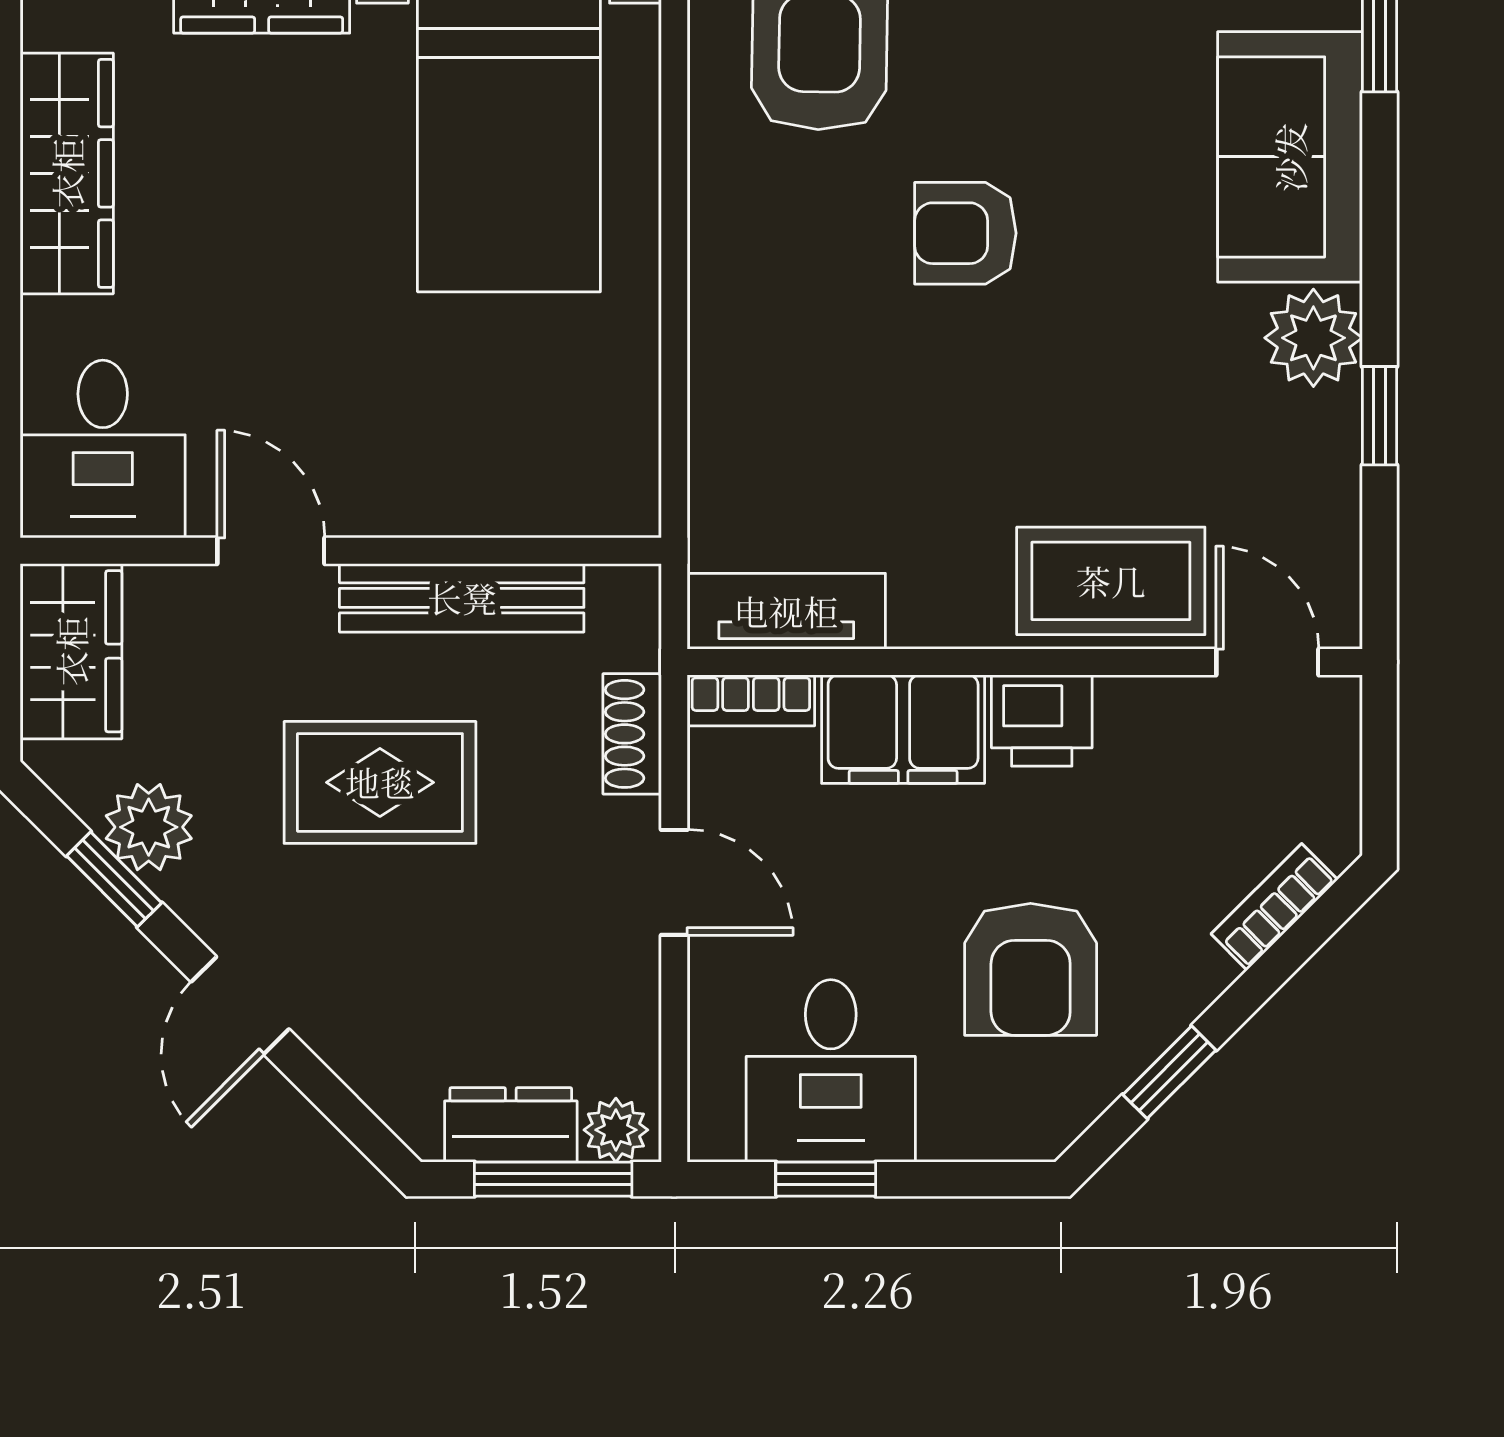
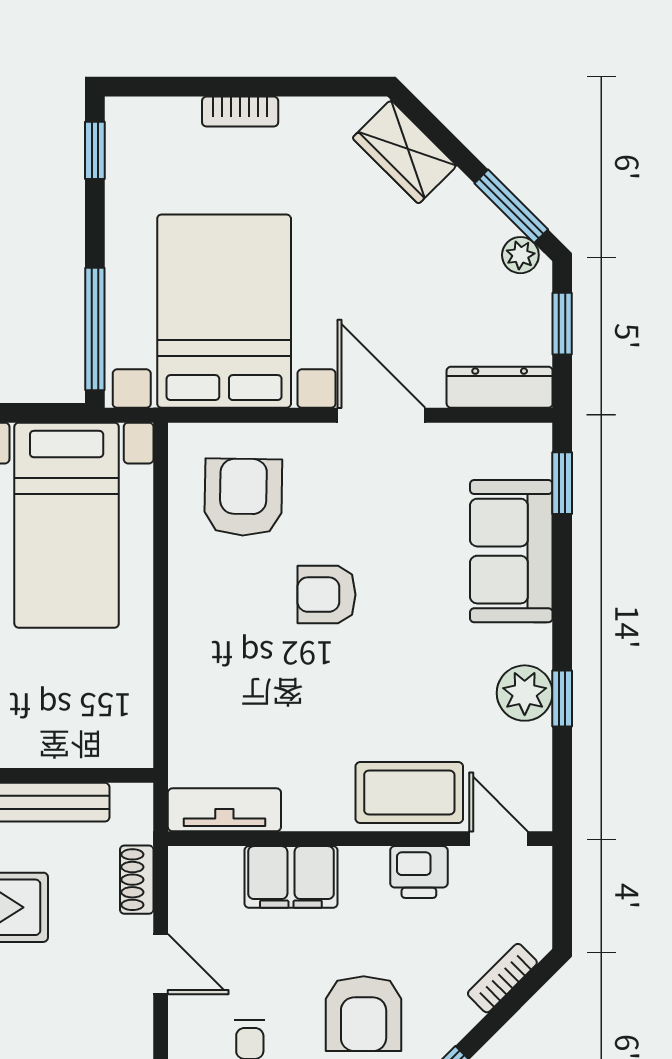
plant: (1313, 338) -> (525, 693), moved
bookcase: (751, 700) -> (204, 861), removed
printer: (1042, 720) -> (419, 872), moved

